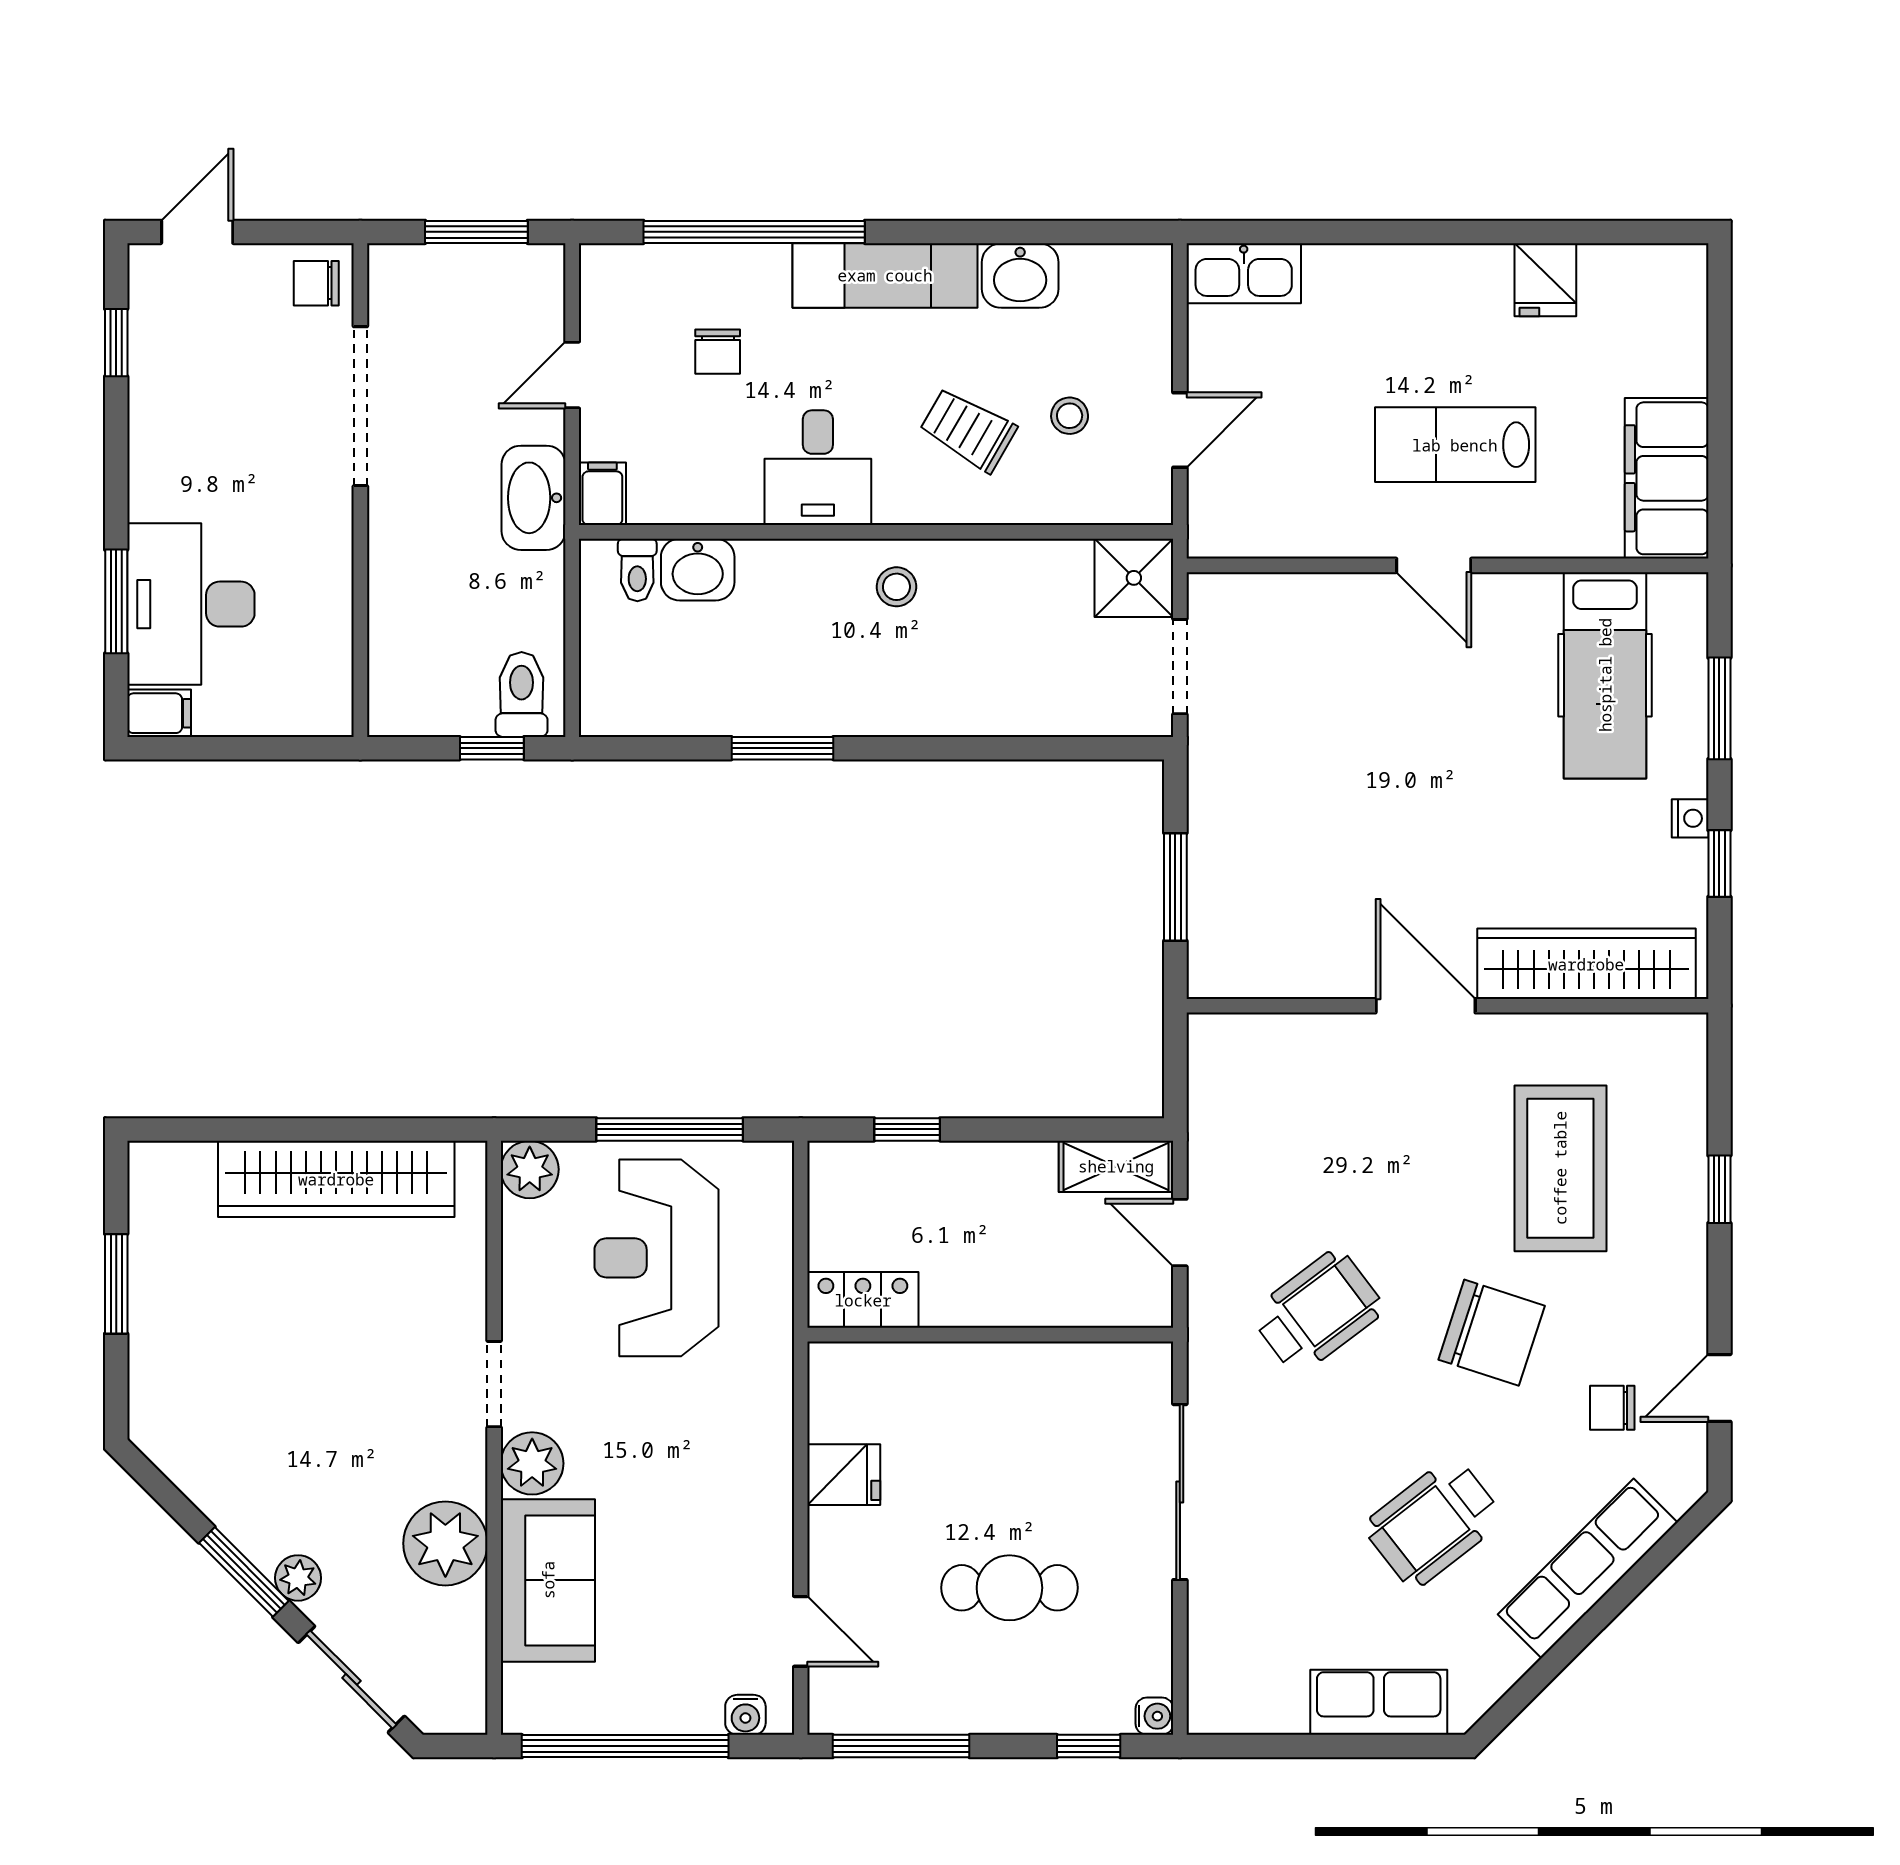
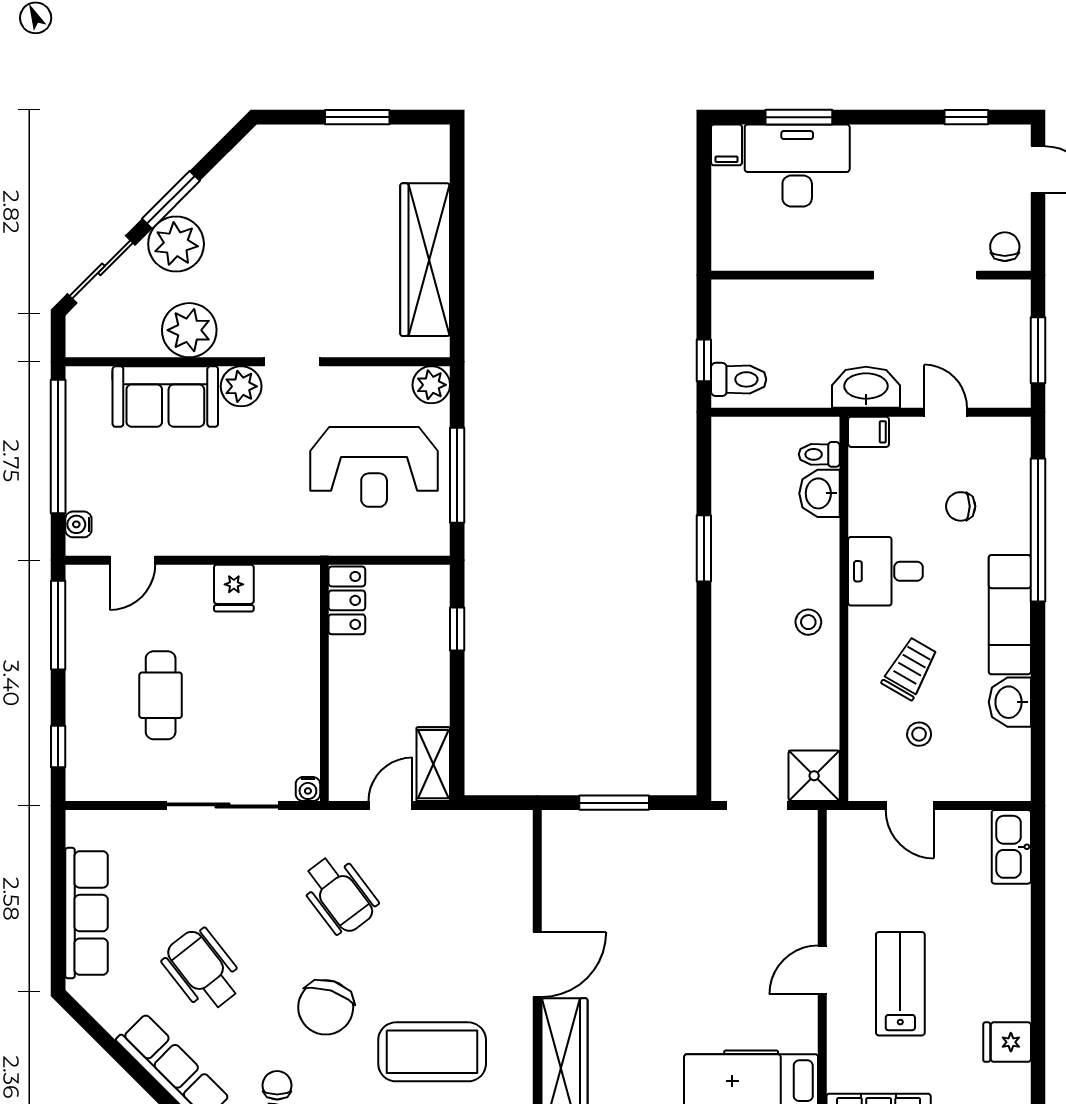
reception desk: (656, 1258) -> (374, 467), turned 180
plant: (298, 1578) -> (176, 244), width x1.88, depth x1.88
row of seats: (1379, 1702) -> (87, 913), width x1.48
water cooler: (1154, 1716) -> (308, 789), moved

